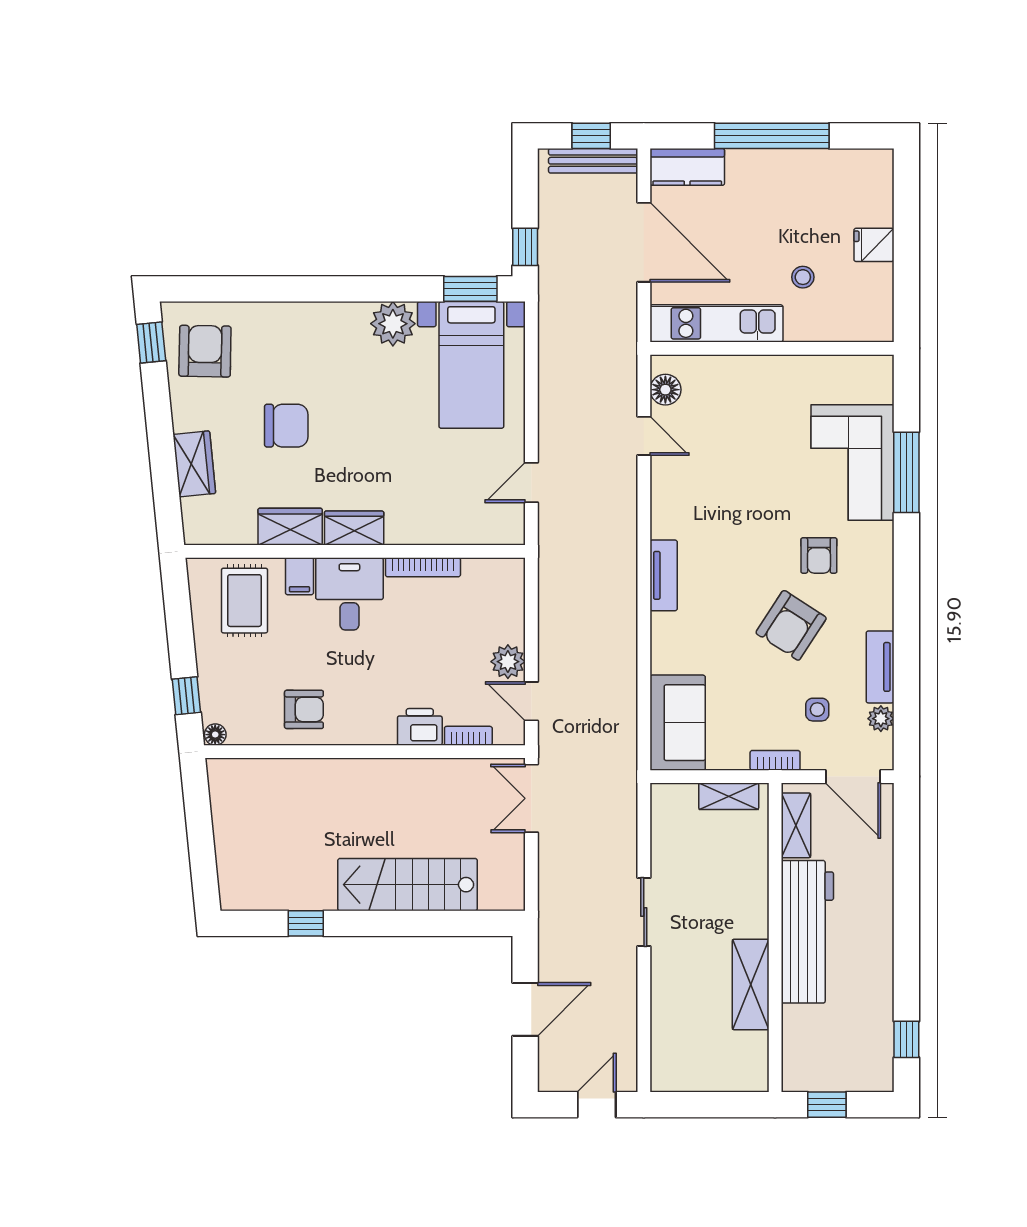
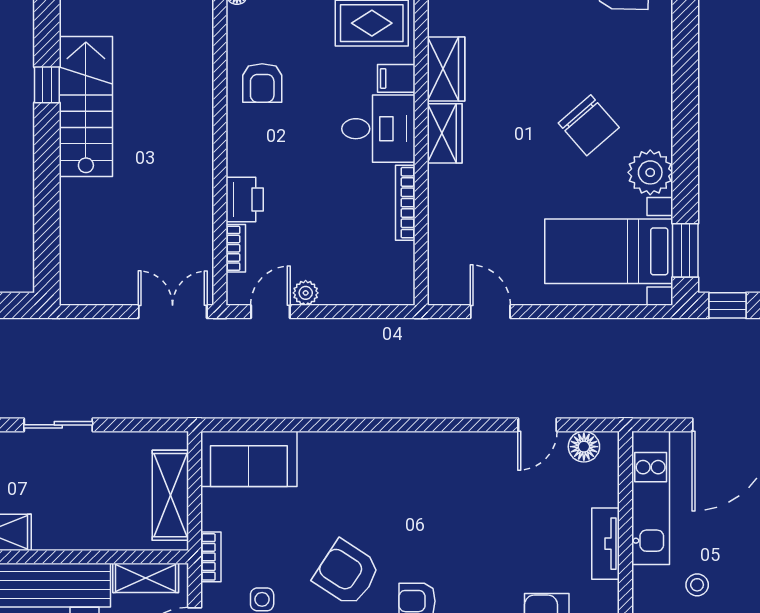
chair: (286, 426) -> (589, 125), moved, turned -41
tv unit: (664, 575) -> (606, 544), moved, turned 90
plant: (508, 662) -> (306, 293), width x0.73, depth x0.73
shelving: (729, 796) -> (170, 495), width x1.50, depth x1.33
stairs: (408, 885) -> (86, 106), moved

